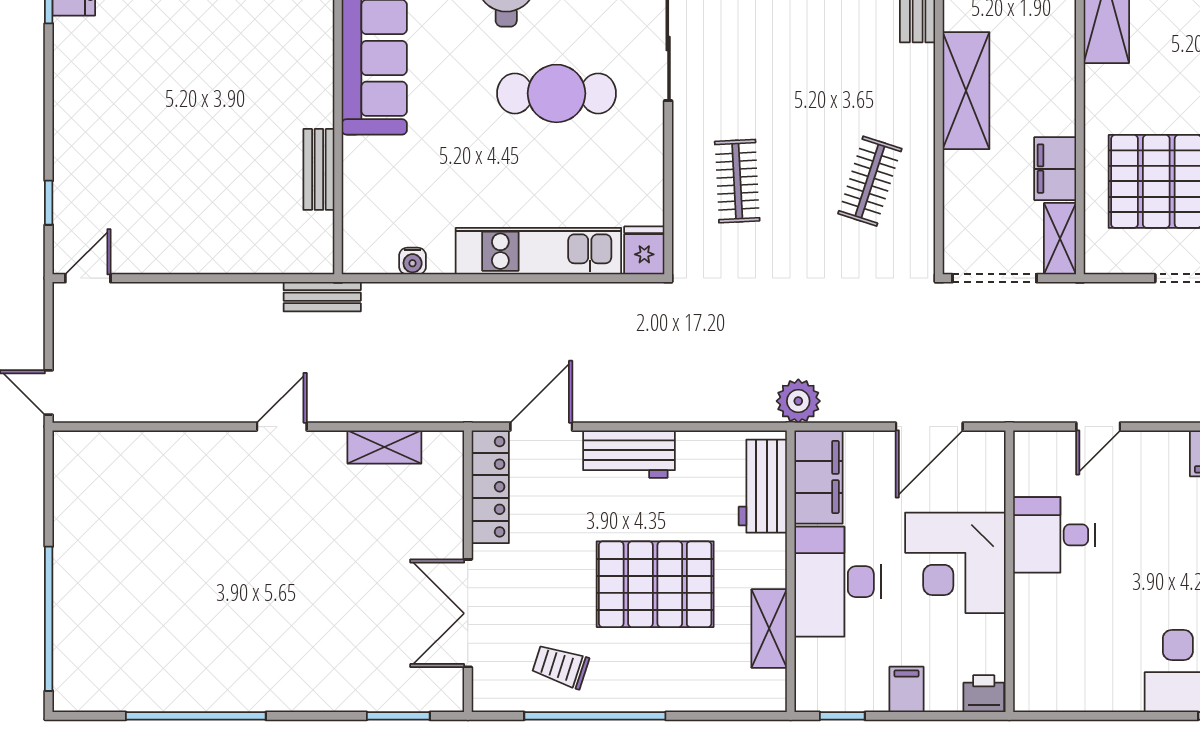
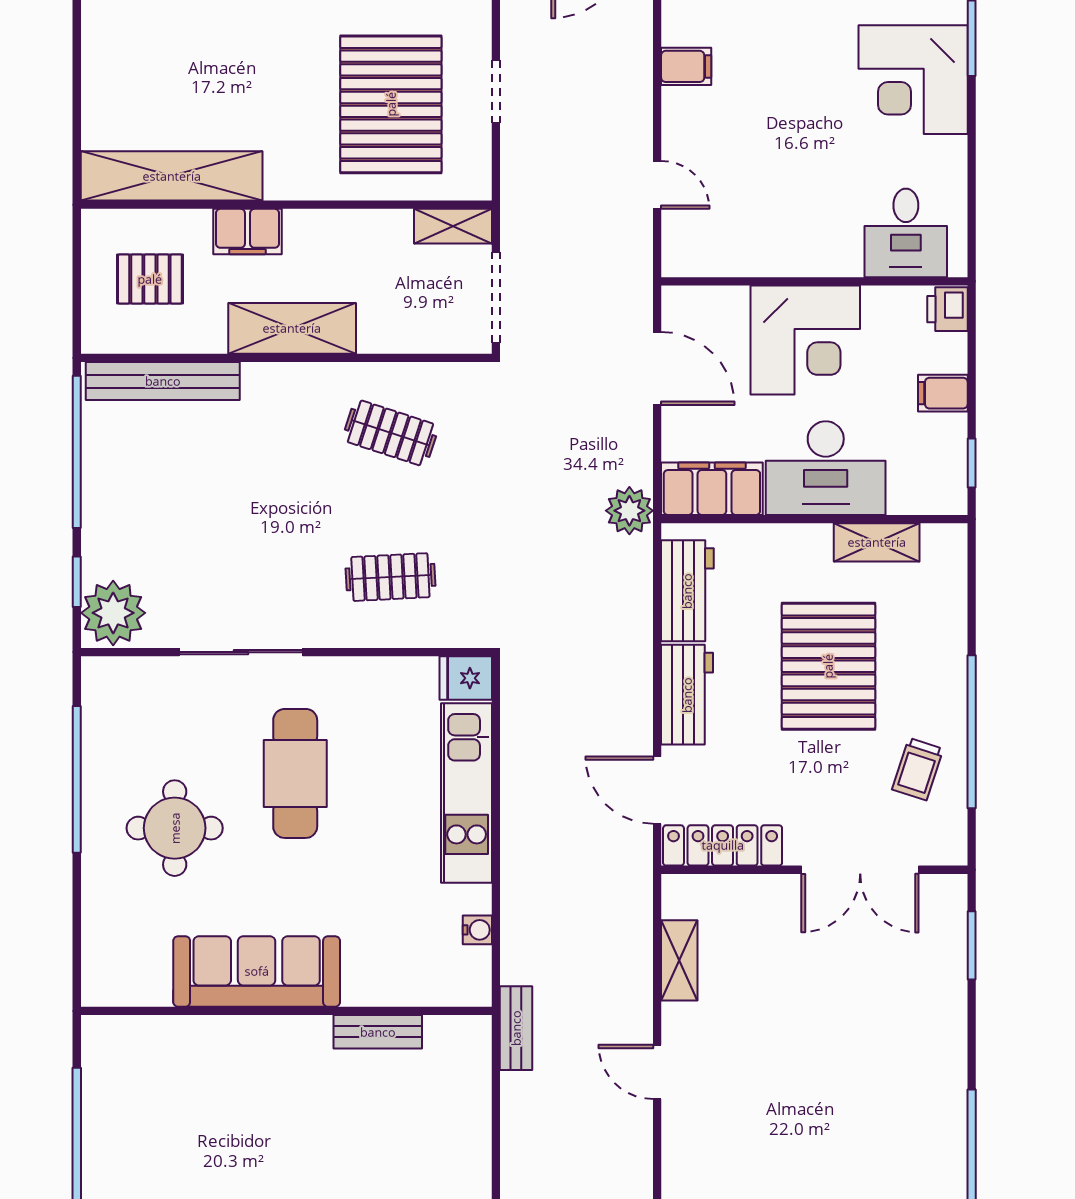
filing cabinet: (1055, 169) -> (248, 232), moved
workbench: (763, 486) -> (687, 591), moved, turned -90
desk: (1054, 535) -> (906, 233), moved

